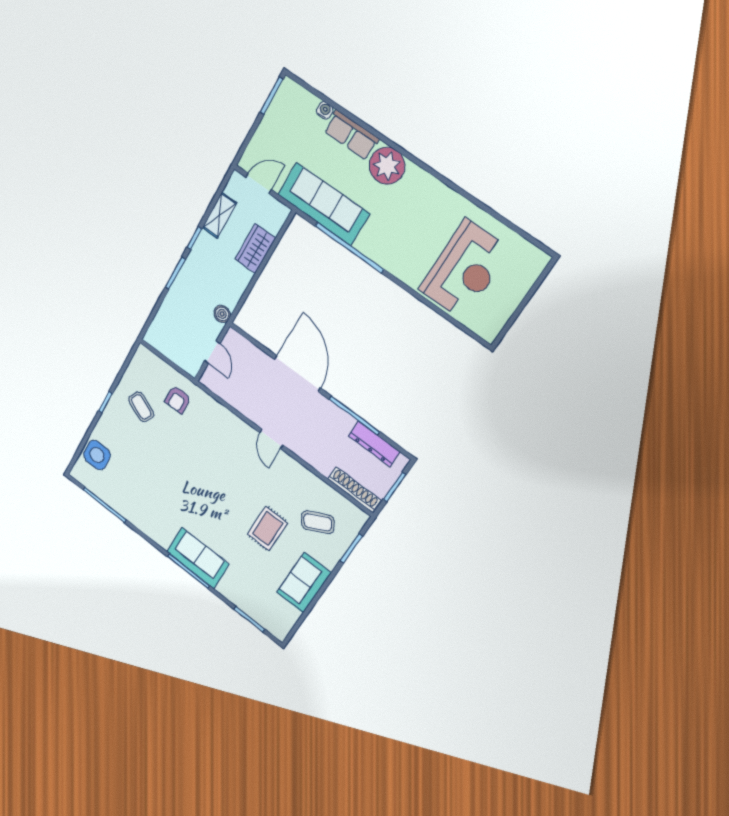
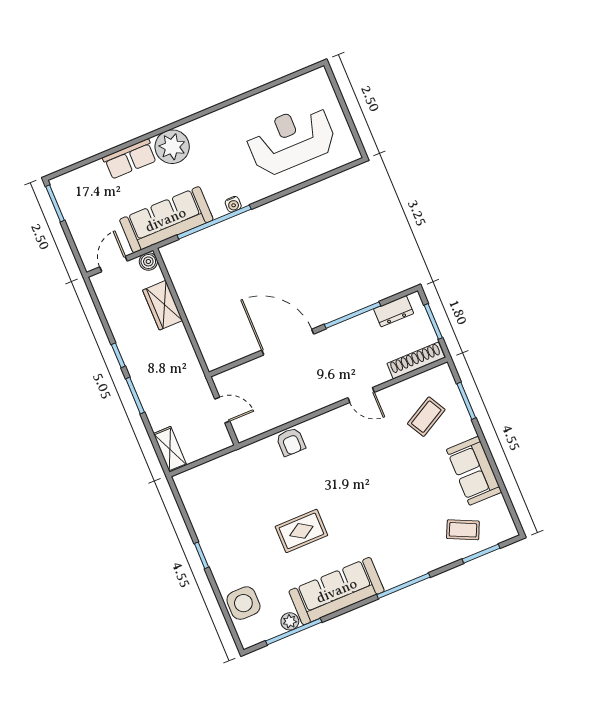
water cooler: (325, 110) -> (233, 204), moved, turned 180
shelving: (219, 215) -> (170, 449), moved
reception desk: (464, 270) -> (291, 140), turned -90
boiler: (222, 314) -> (148, 261), moved
armchair: (178, 399) -> (291, 442), moved
coffee table: (141, 407) -> (463, 530), moved
door: (271, 439) -> (361, 395), moved
dresser: (374, 444) -> (394, 311), width x0.70
plant: (109, 498) -> (290, 621), added
rug: (267, 529) -> (301, 531), moved, turned 90
sofa: (198, 558) -> (337, 591), moved, width x1.36

